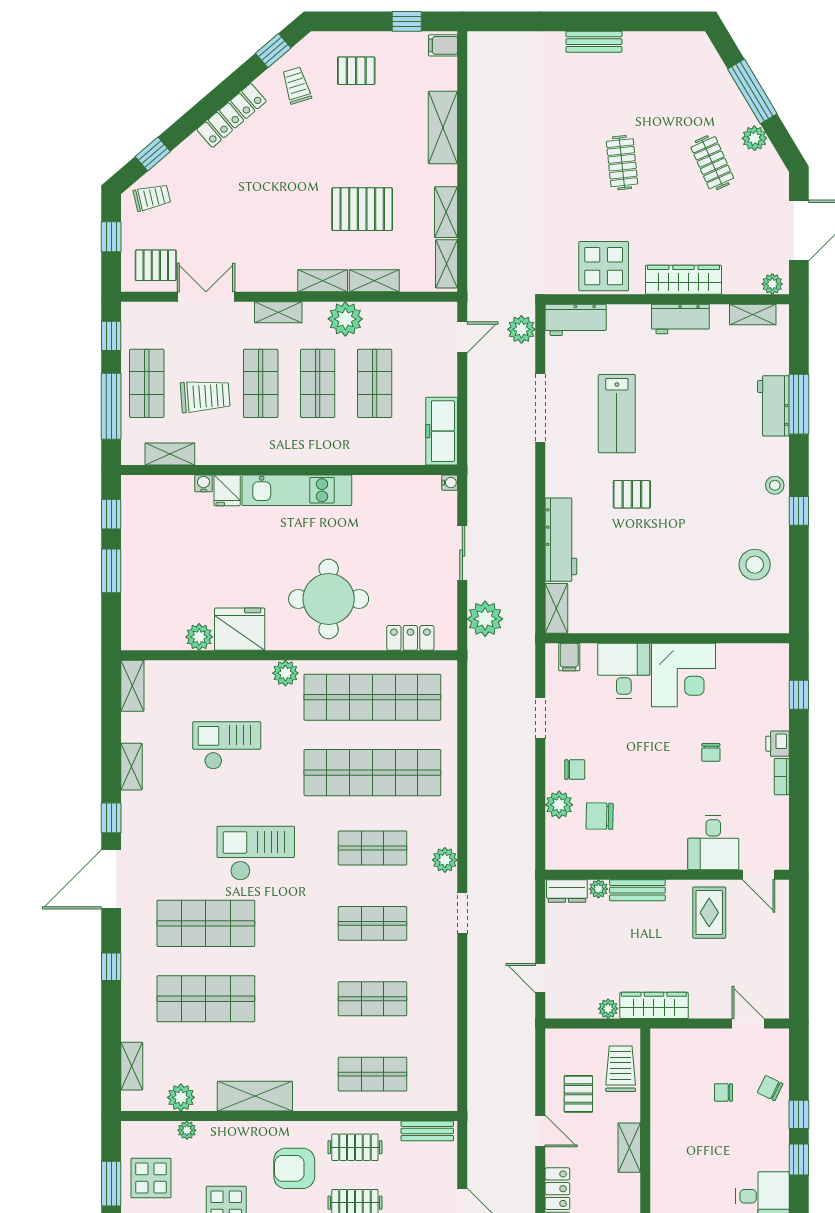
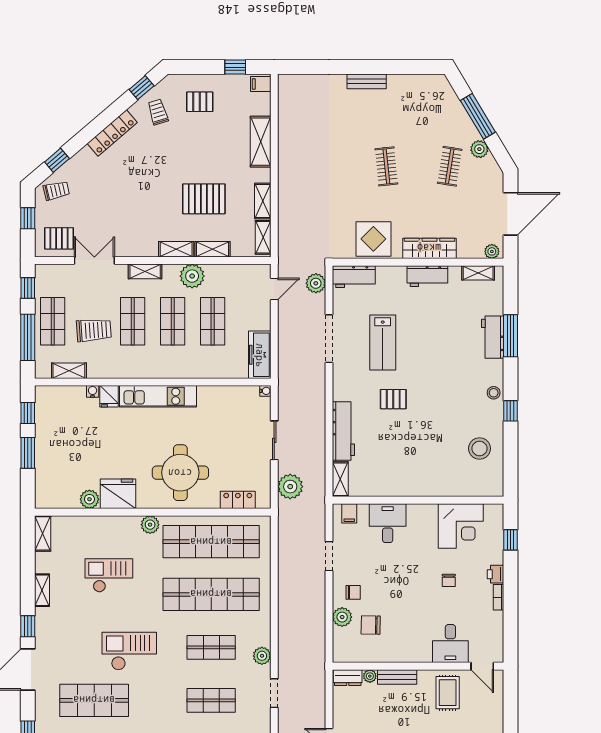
clothes rail: (712, 163) -> (450, 166), turned 33
corner desk: (683, 675) -> (461, 526), moved

